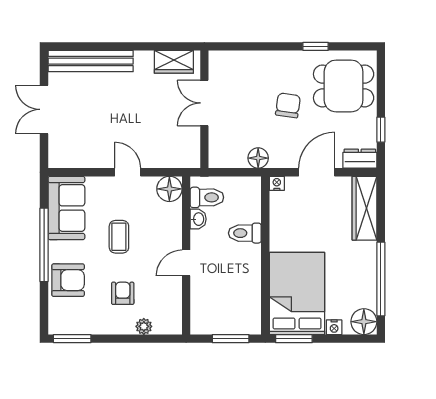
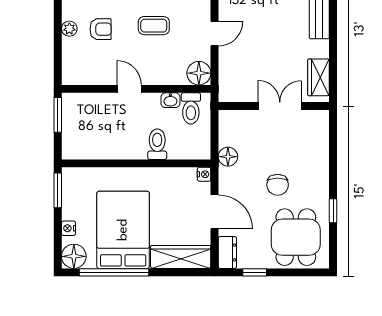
chair: (288, 105) -> (278, 185), turned 82
bed: (297, 294) -> (123, 230), moved, turned -90
plant: (144, 326) -> (69, 29), moved
window: (231, 339) -> (58, 115), moved

